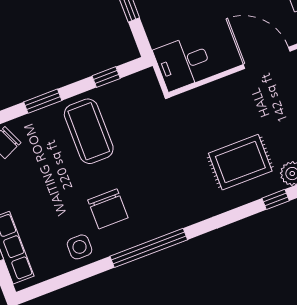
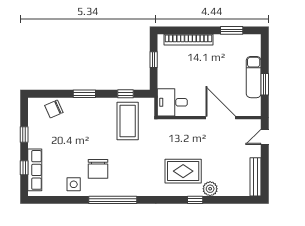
coffee table: (89, 131) -> (128, 121), moved

